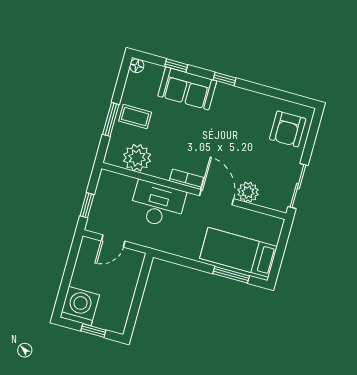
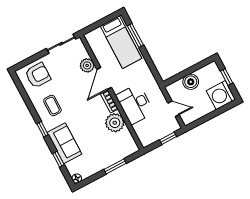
coffee table: (135, 117) -> (52, 106), moved
plant: (137, 158) -> (115, 123), moved
boiler: (125, 287) -> (191, 82), added

